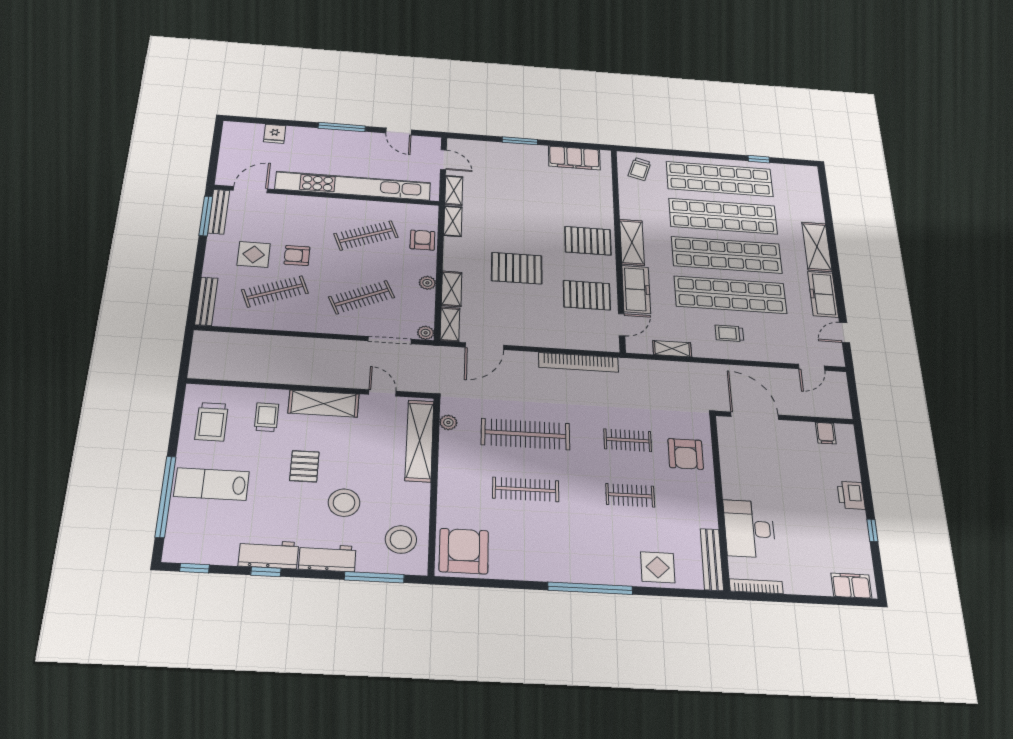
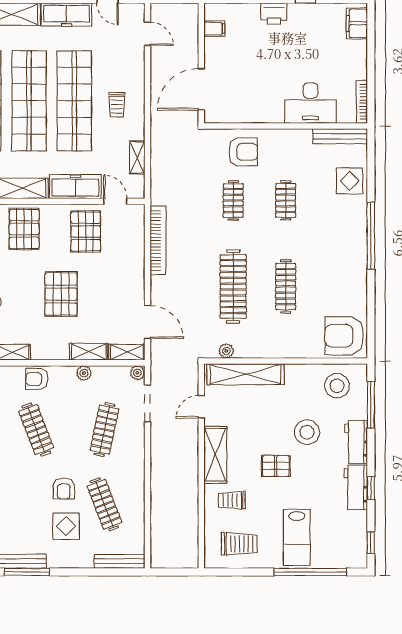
clothes rail: (362, 297) -> (104, 430), turned 36

